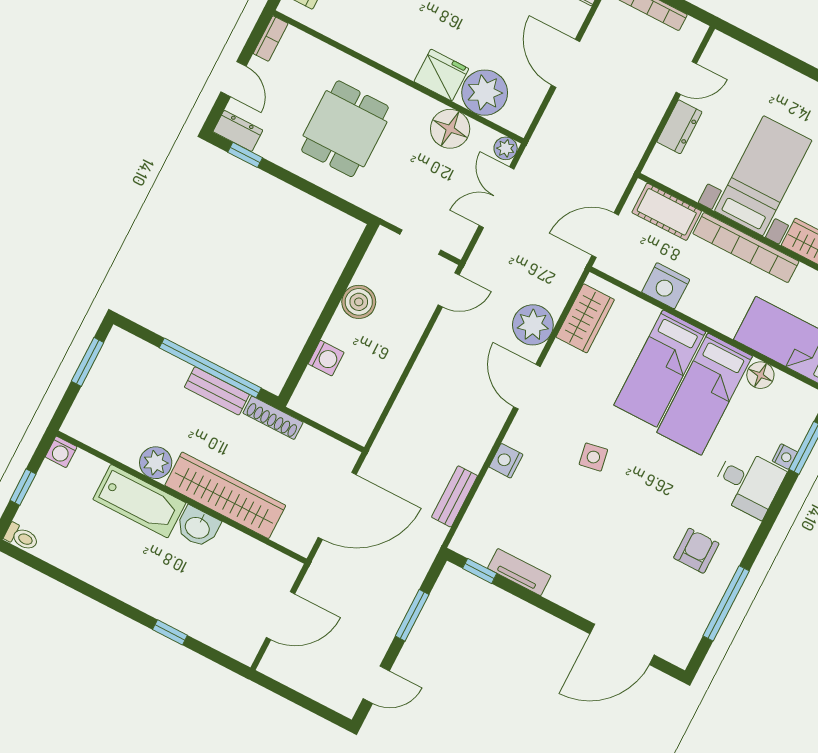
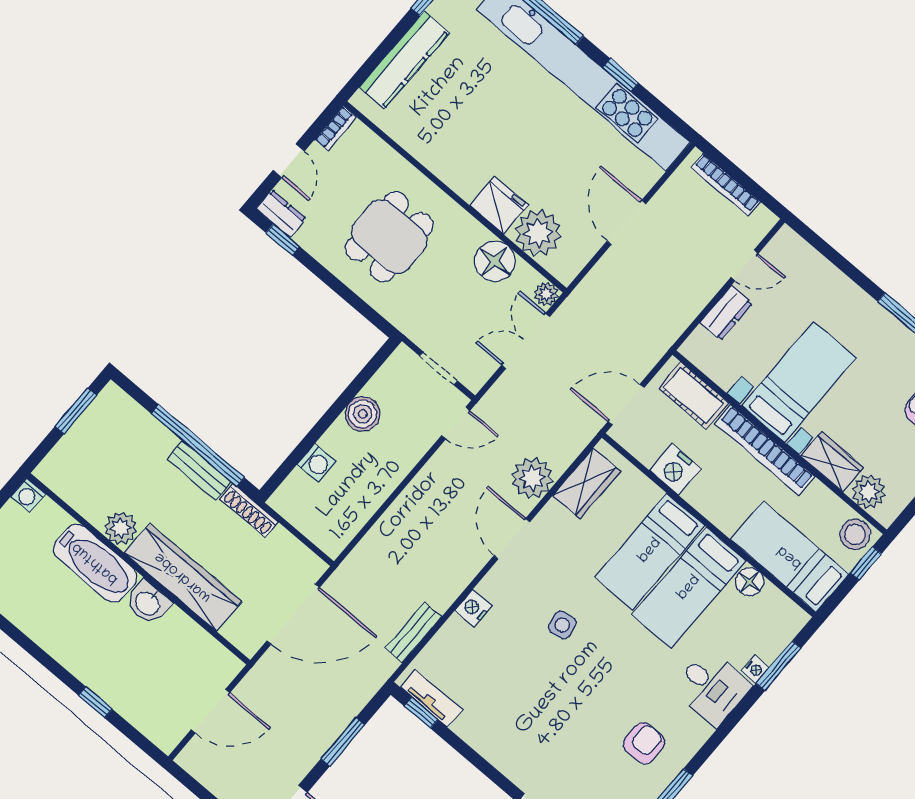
tv unit: (519, 572) -> (431, 698), moved

